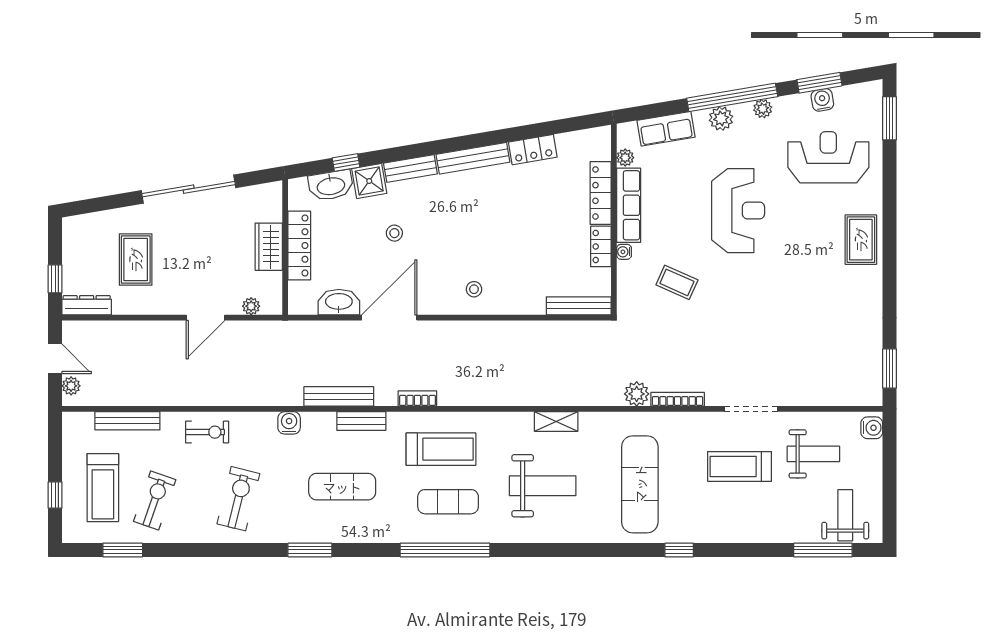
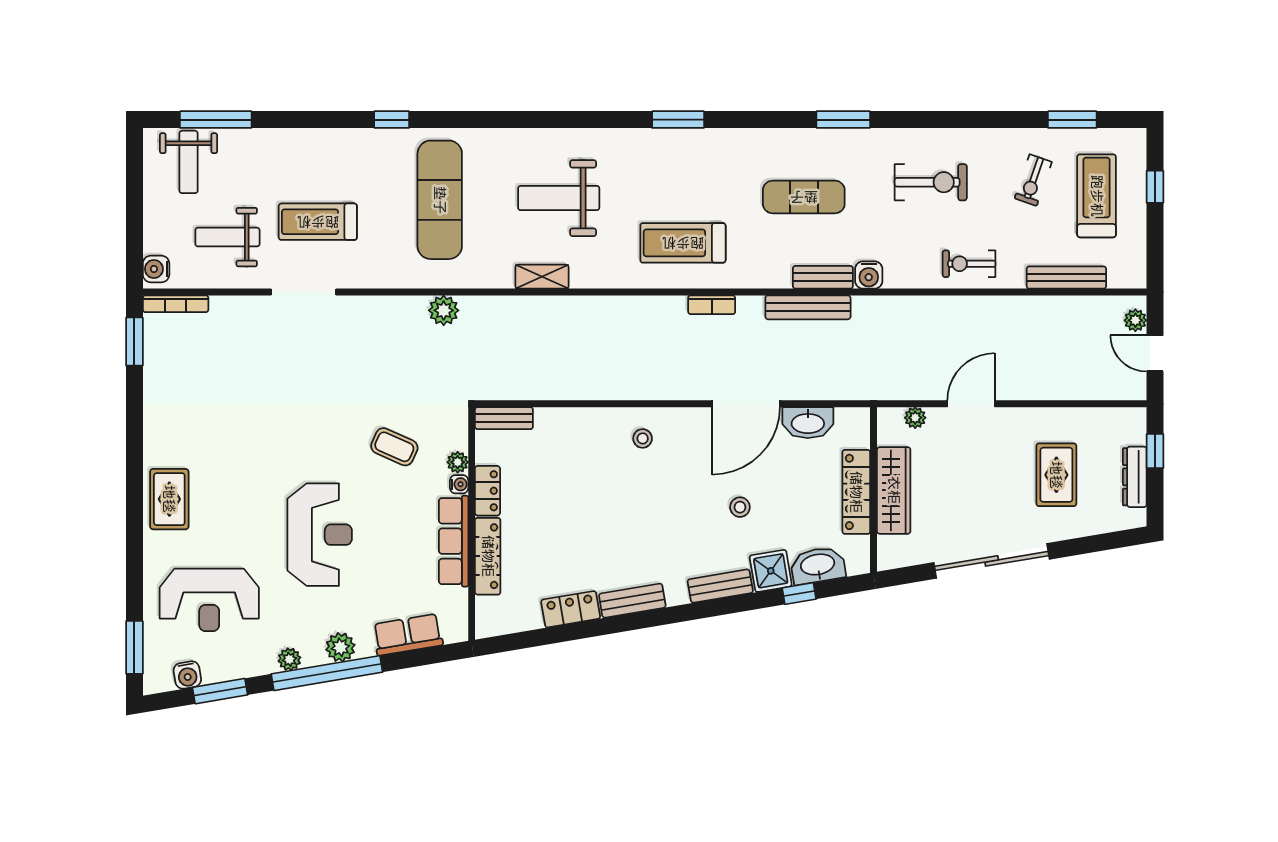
water cooler: (822, 100) -> (187, 675), moved
bench: (473, 158) -> (632, 601), width x0.73
plant: (625, 158) -> (458, 462), moved
reception desk: (738, 211) -> (320, 535), turned 180
wardrobe: (269, 247) -> (894, 490), width x1.50
dresser: (87, 305) -> (1135, 477), moved, turned 90
bench: (579, 306) -> (504, 418), width x0.73
bookcase: (678, 399) -> (176, 304), moved
bench: (361, 421) -> (823, 277), moved
treadmill: (740, 466) -> (318, 222), turned 180
exercise bike: (238, 499) -> (931, 182), turned -104
exercise bike: (155, 500) -> (1033, 180), width x0.73, depth x0.72
exercise mat: (448, 502) -> (674, 179), removed
window: (445, 550) -> (678, 120), width x0.47

